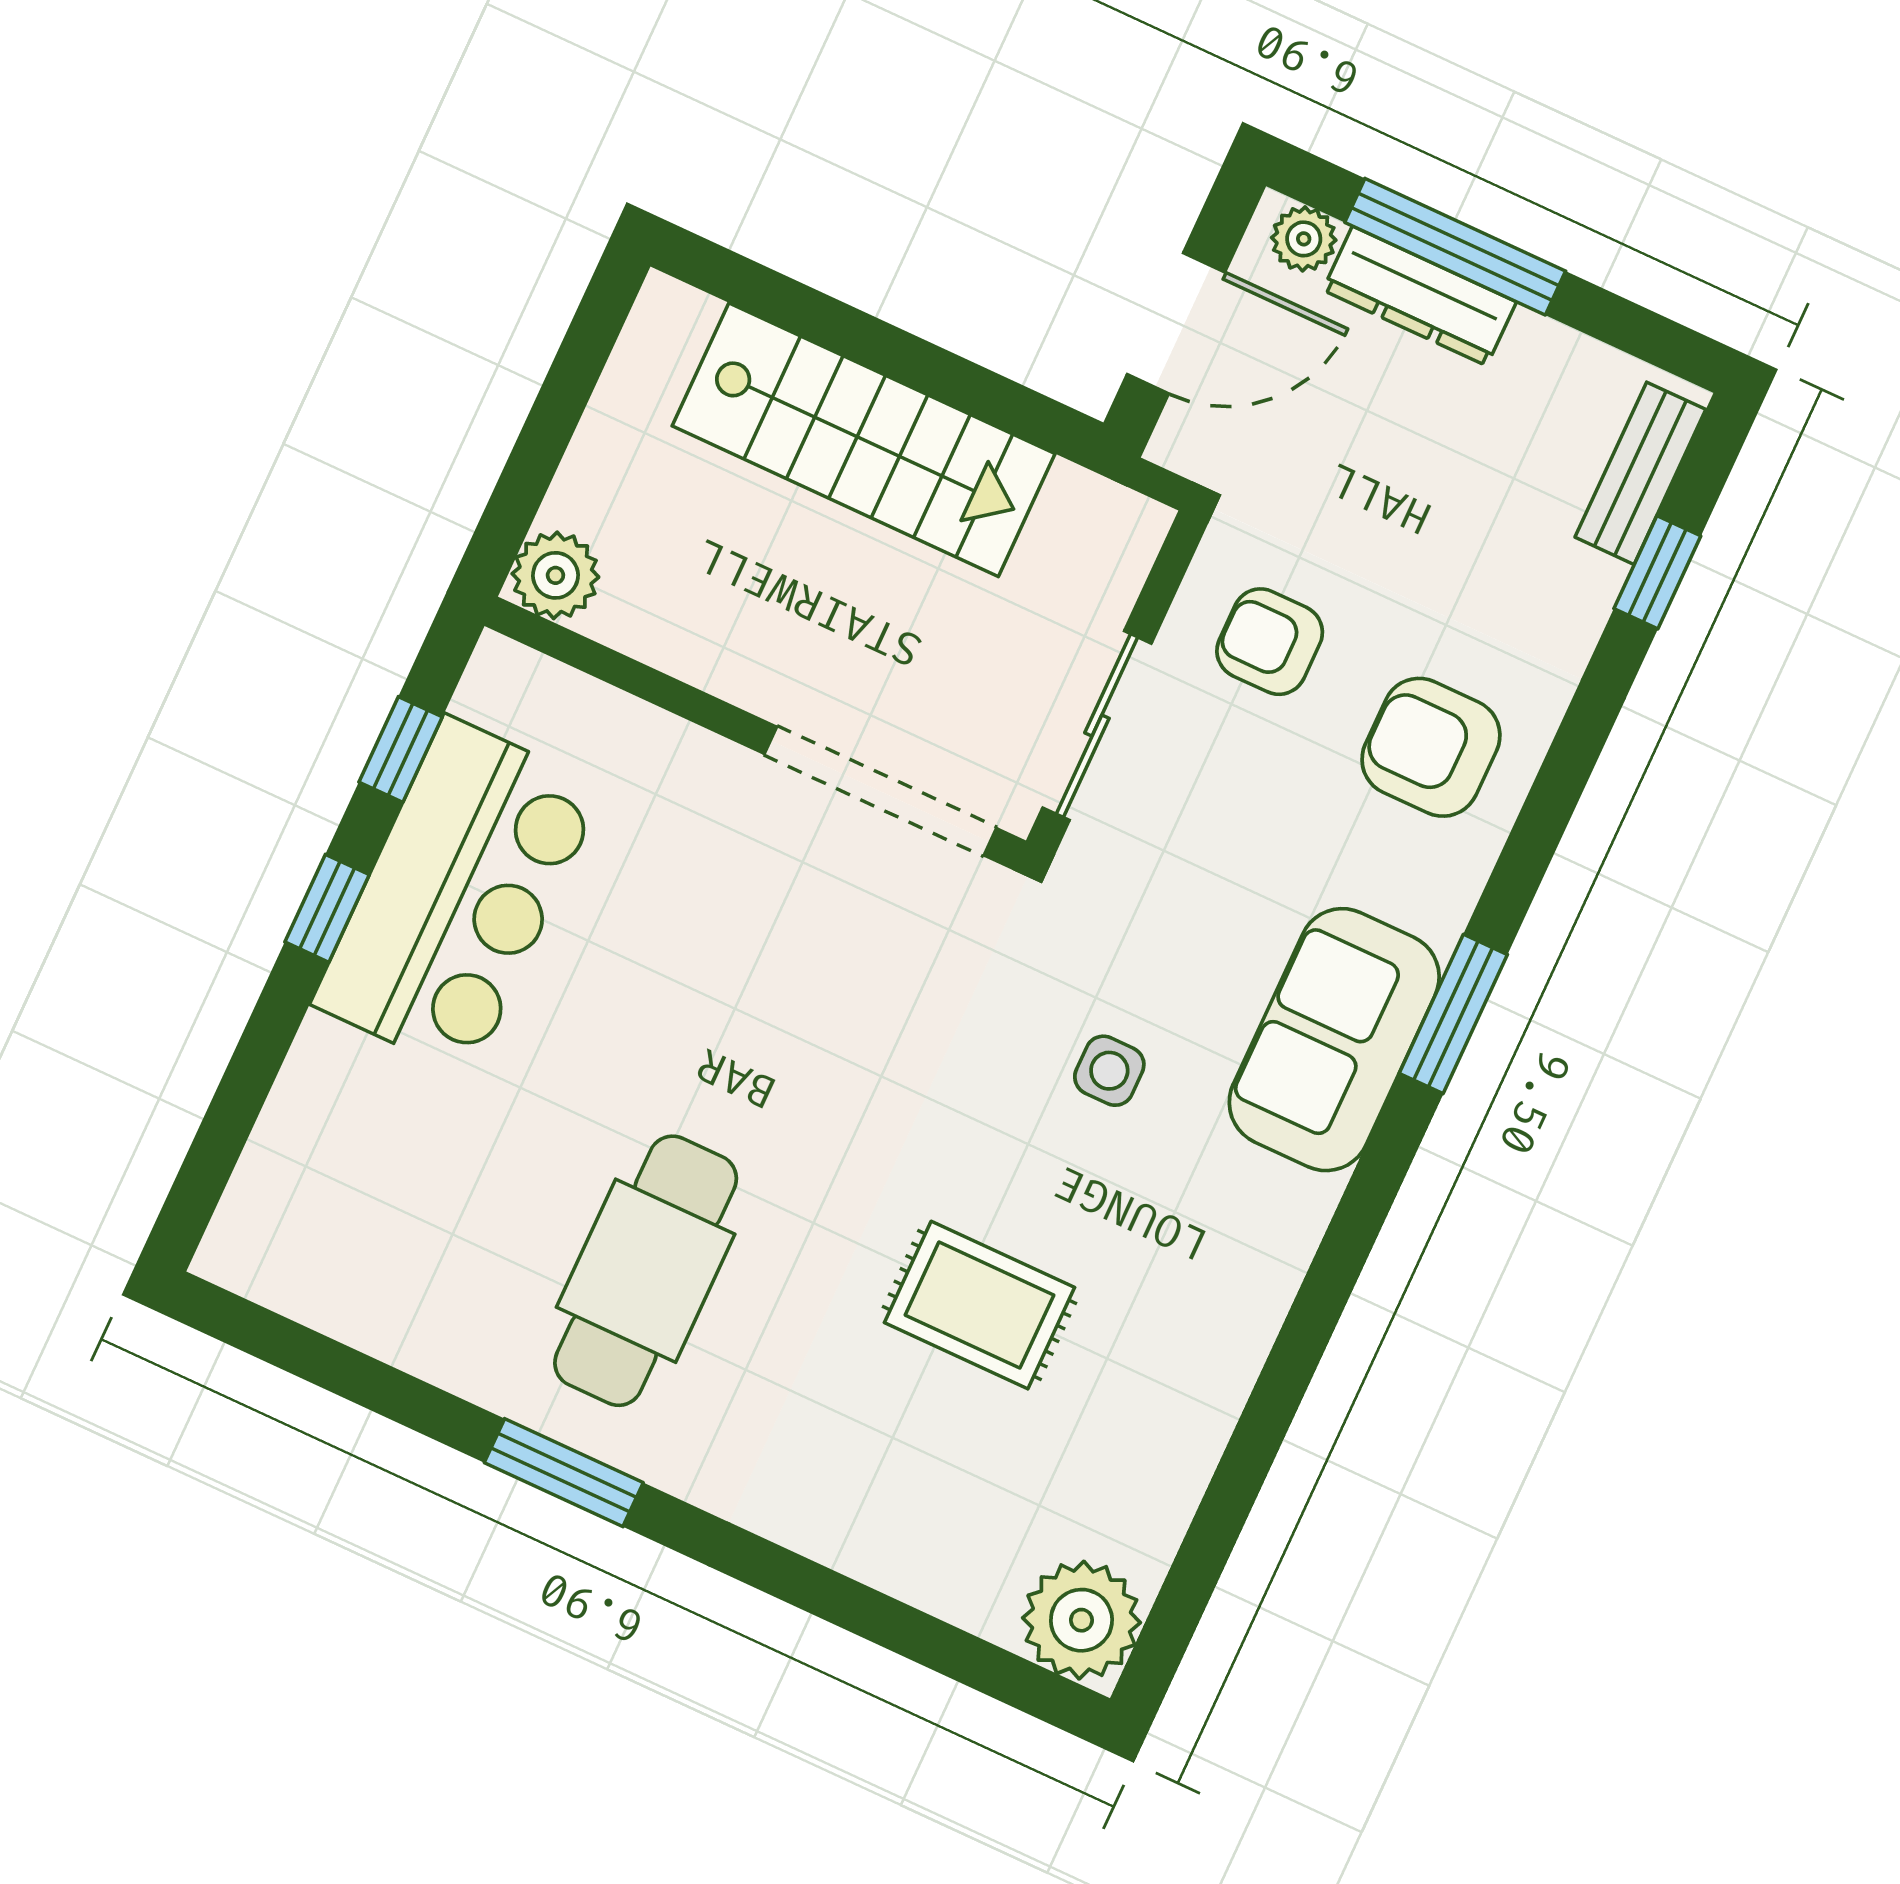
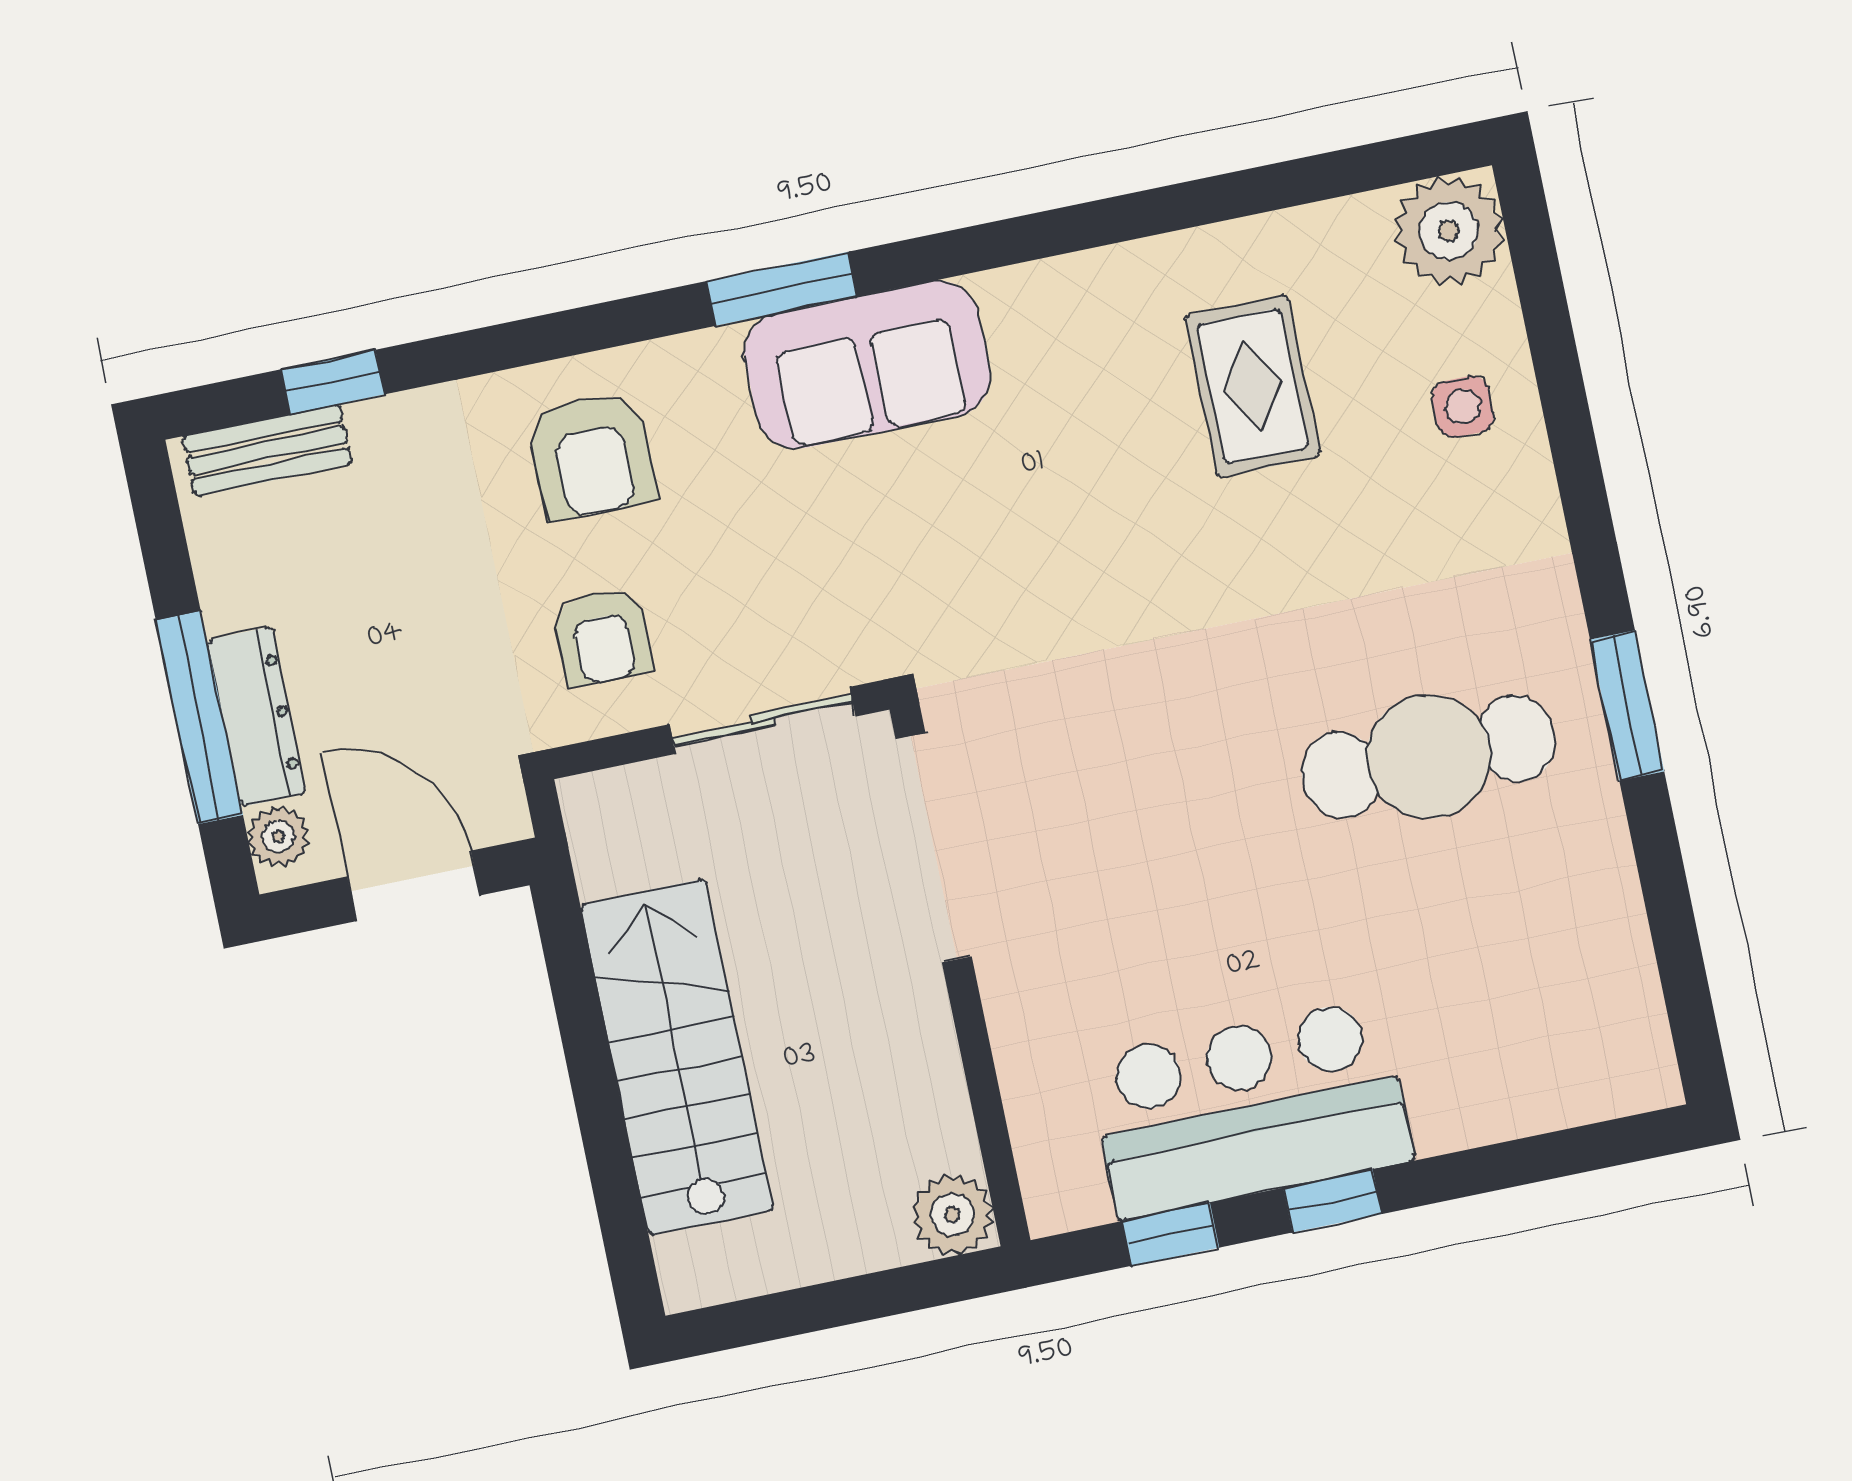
side table: (1109, 1071) -> (1463, 407), moved
rug: (979, 1305) -> (1253, 386), moved

